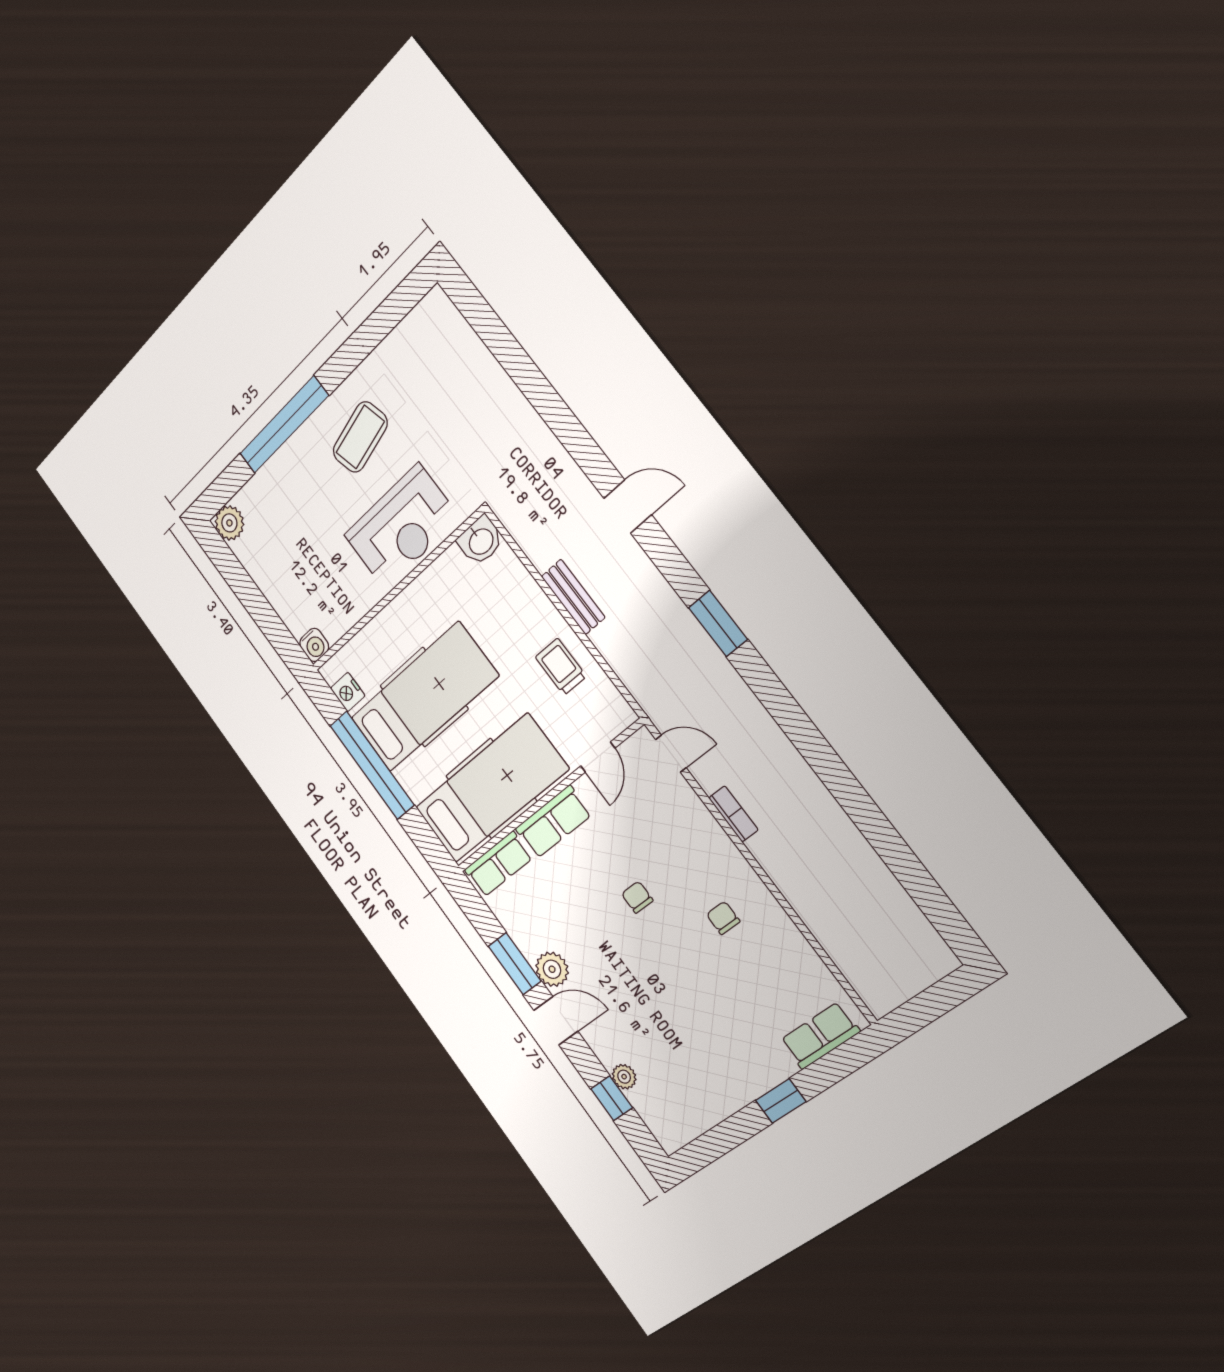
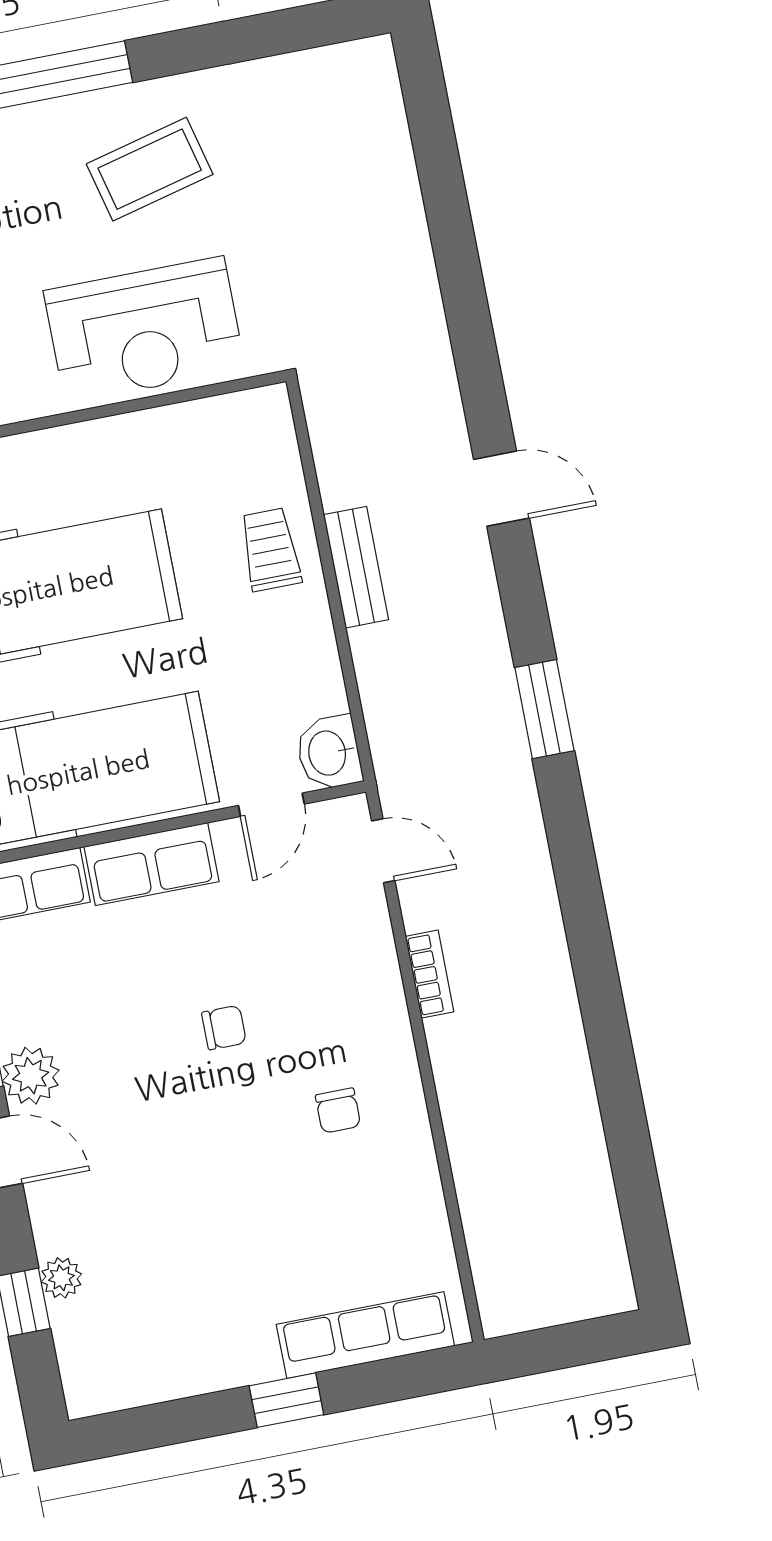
washbasin: (480, 541) -> (329, 753), moved, turned 90
trolley: (561, 667) -> (270, 550), moved
chair: (637, 897) -> (224, 1028), turned 90
chair: (723, 918) -> (338, 1111), turned 180
row of seats: (820, 1036) -> (365, 1335), width x1.48

